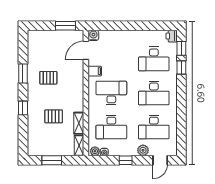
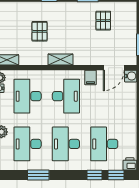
door: (86, 50) -> (114, 68), swing flipped
pallet: (48, 78) -> (103, 21), moved
window: (181, 117) -> (38, 175), added
shelving: (79, 123) -> (60, 60), moved

